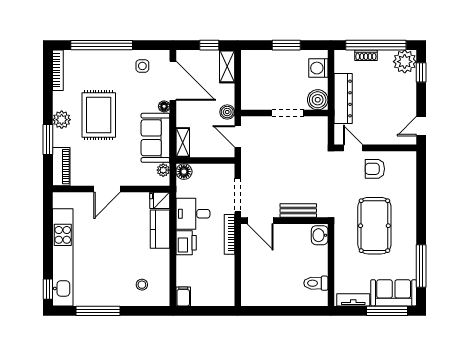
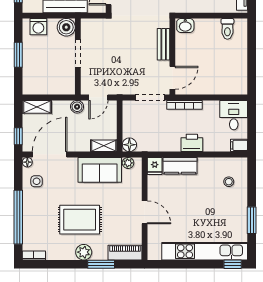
window: (209, 45) -> (18, 136), moved
bookcase: (58, 70) -> (34, 256), width x0.64
floor lamp: (164, 106) -> (27, 162), moved
desk: (193, 214) -> (234, 115), moved, turned 180
window: (98, 311) -> (252, 220), width x0.69

